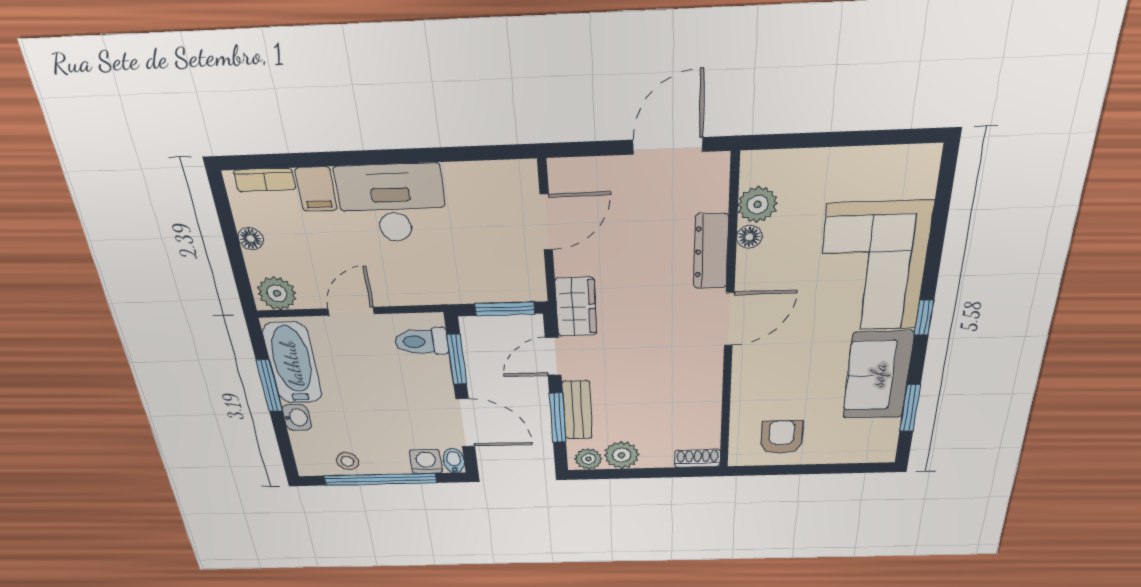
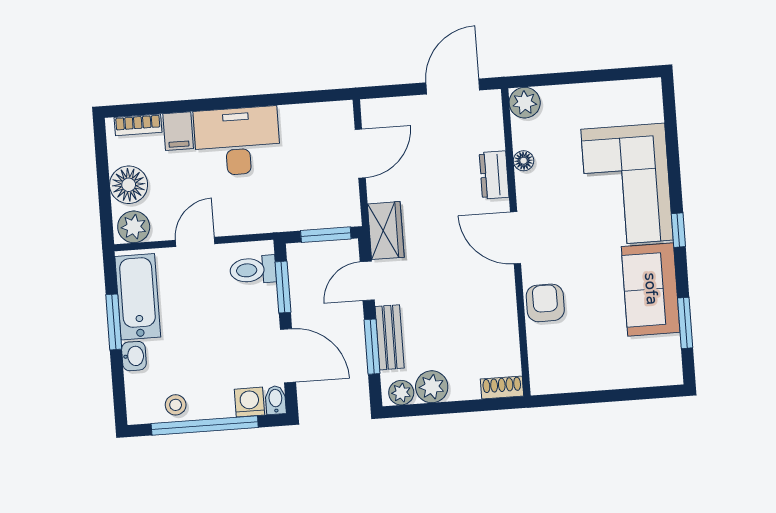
plant: (758, 204) -> (525, 103), moved
floor lamp: (251, 239) -> (129, 185), width x1.89, depth x1.89
dresser: (711, 252) -> (494, 175), width x0.70
door: (729, 319) -> (515, 238), swing flipped
armchair: (781, 437) -> (545, 303), moved

